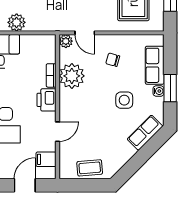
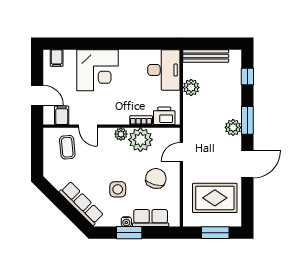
plant: (66, 41) -> (121, 134), moved
chair: (113, 60) -> (156, 178), width x1.87, depth x1.87
printer: (47, 100) -> (164, 116), moved
row of seats: (145, 133) -> (81, 203), width x1.48
coffee table: (90, 168) -> (67, 147), moved

